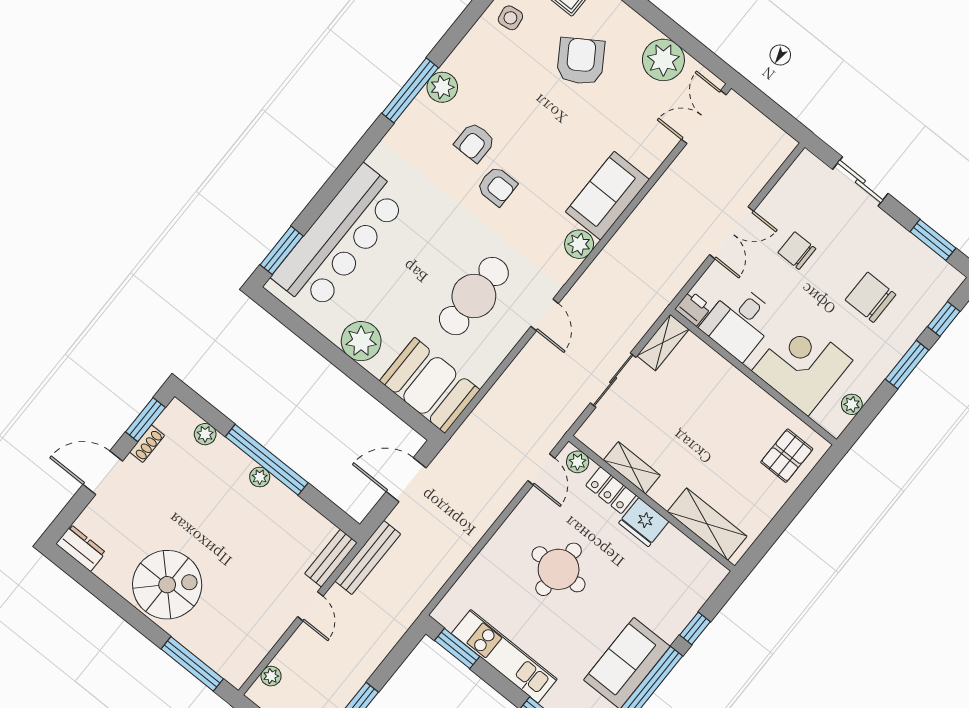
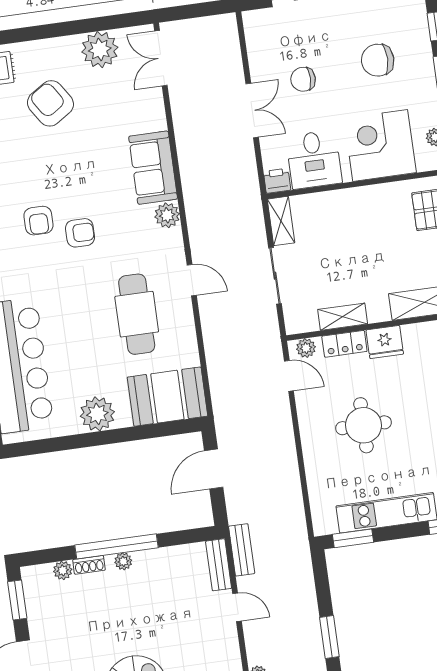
shoe rack: (147, 444) -> (89, 565), moved, turned 90
bench: (368, 558) -> (242, 550), width x0.73

